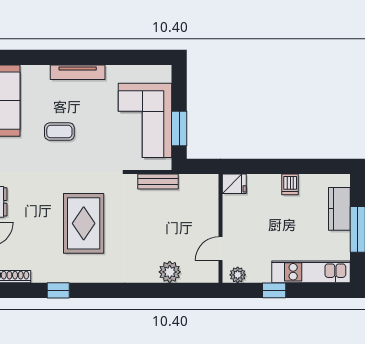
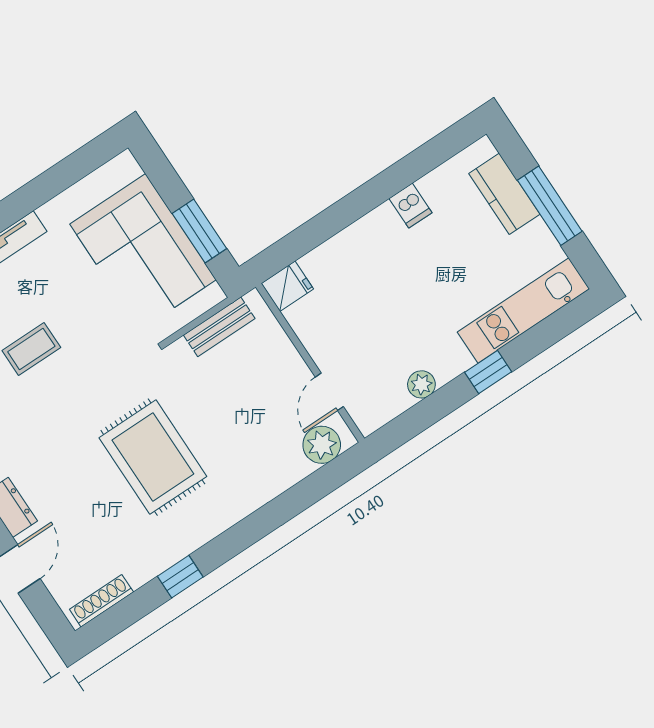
fridge: (234, 184) -> (287, 286), moved
wall: (221, 228) -> (310, 363), moved
door: (221, 249) -> (329, 392), moved

